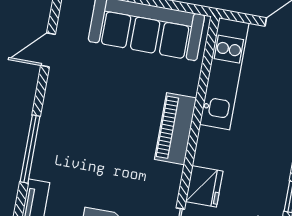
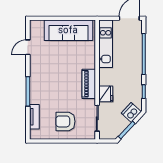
piano: (175, 129) -> (89, 84), moved

